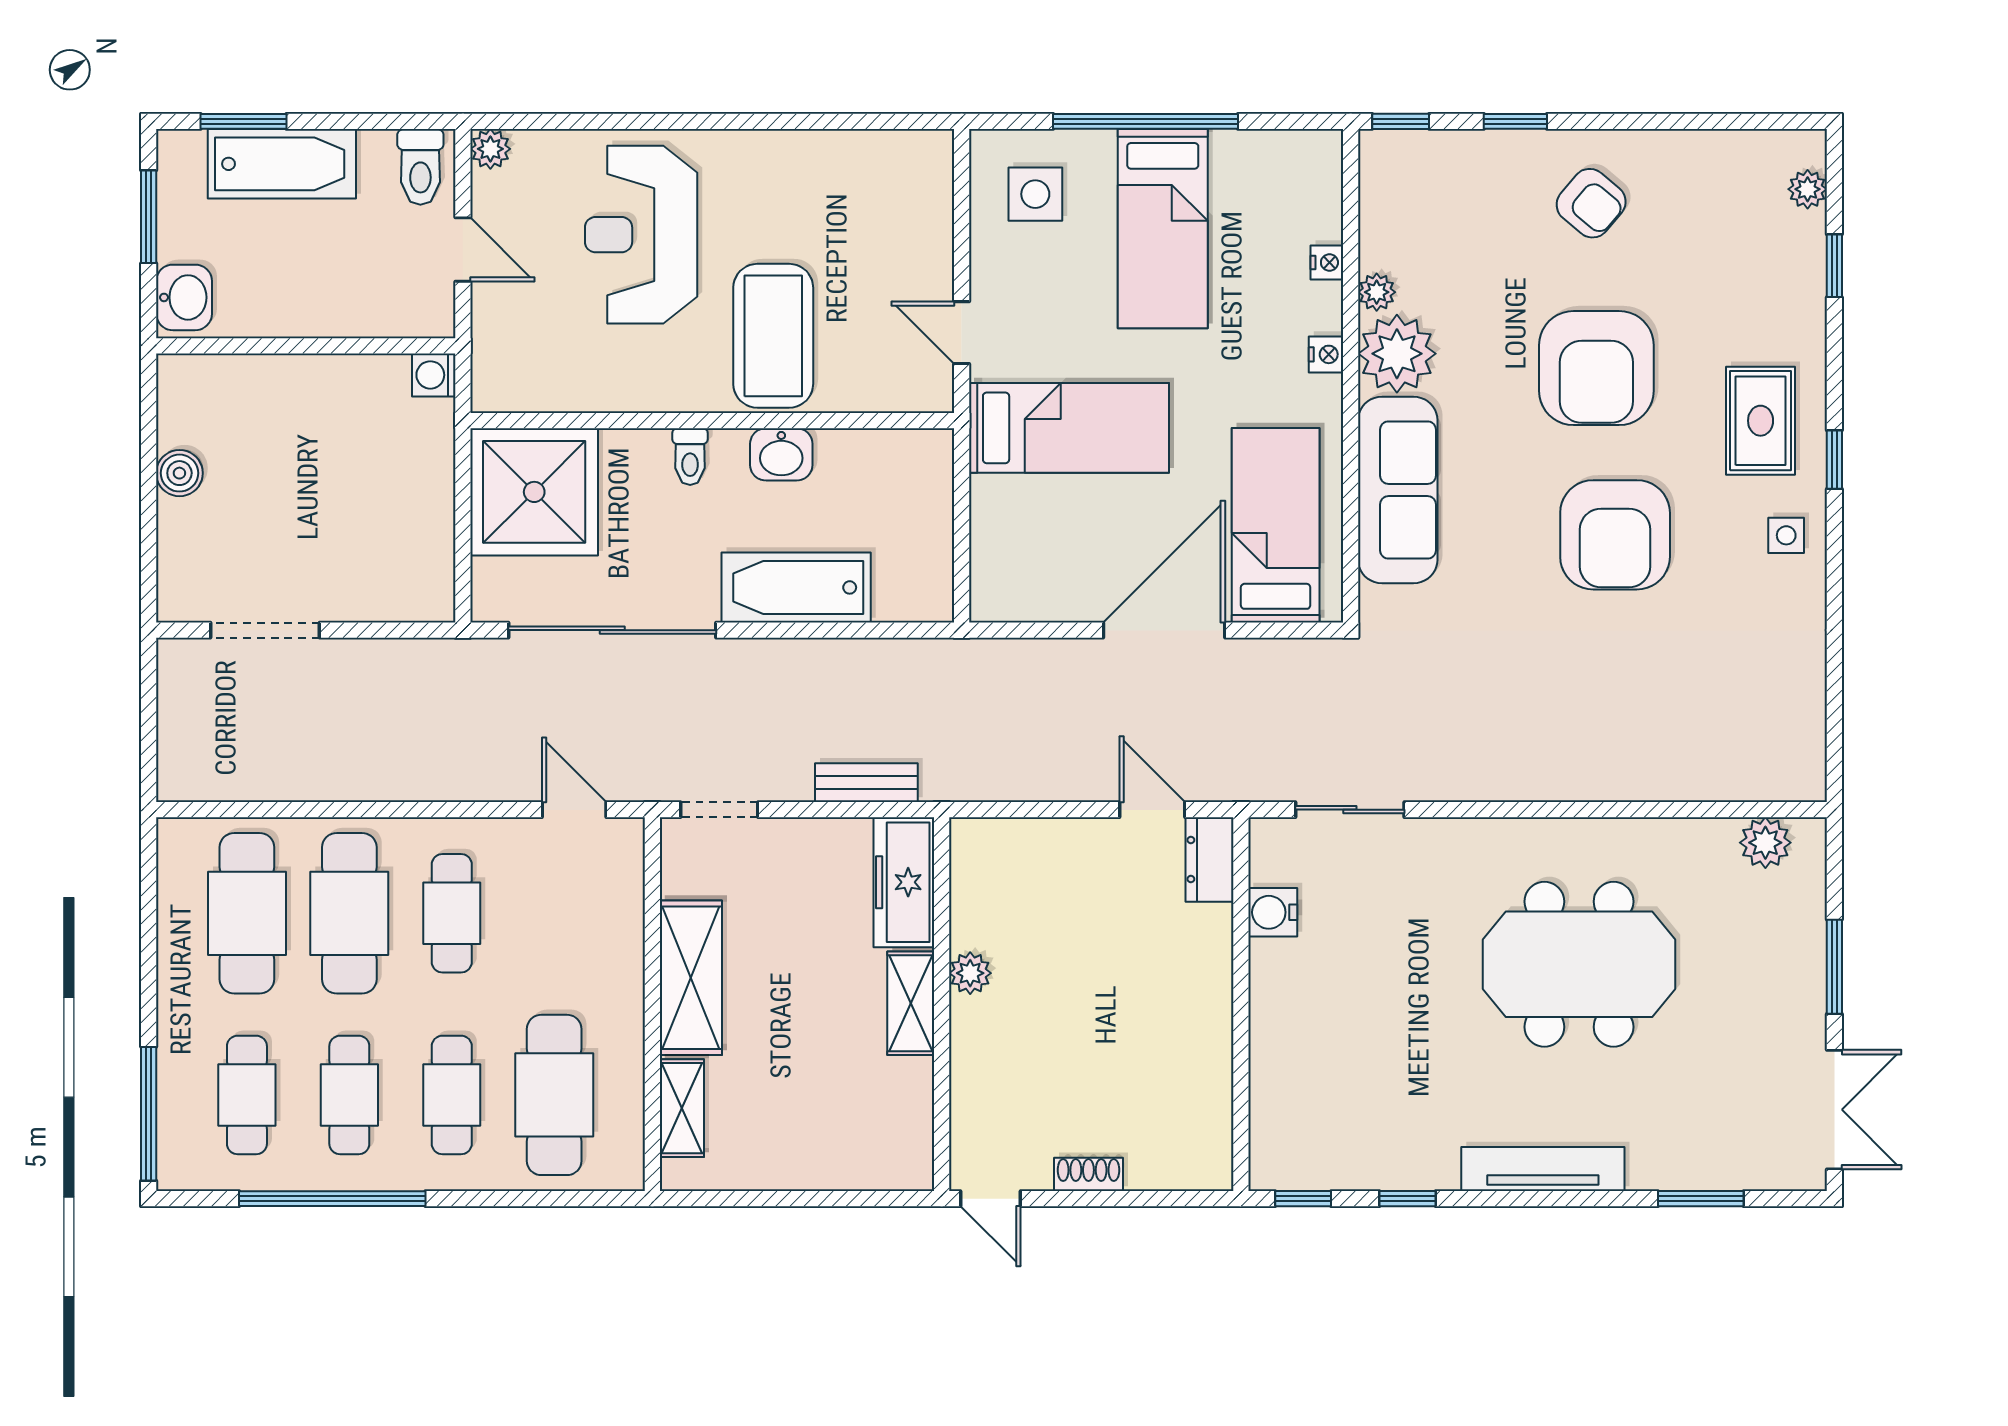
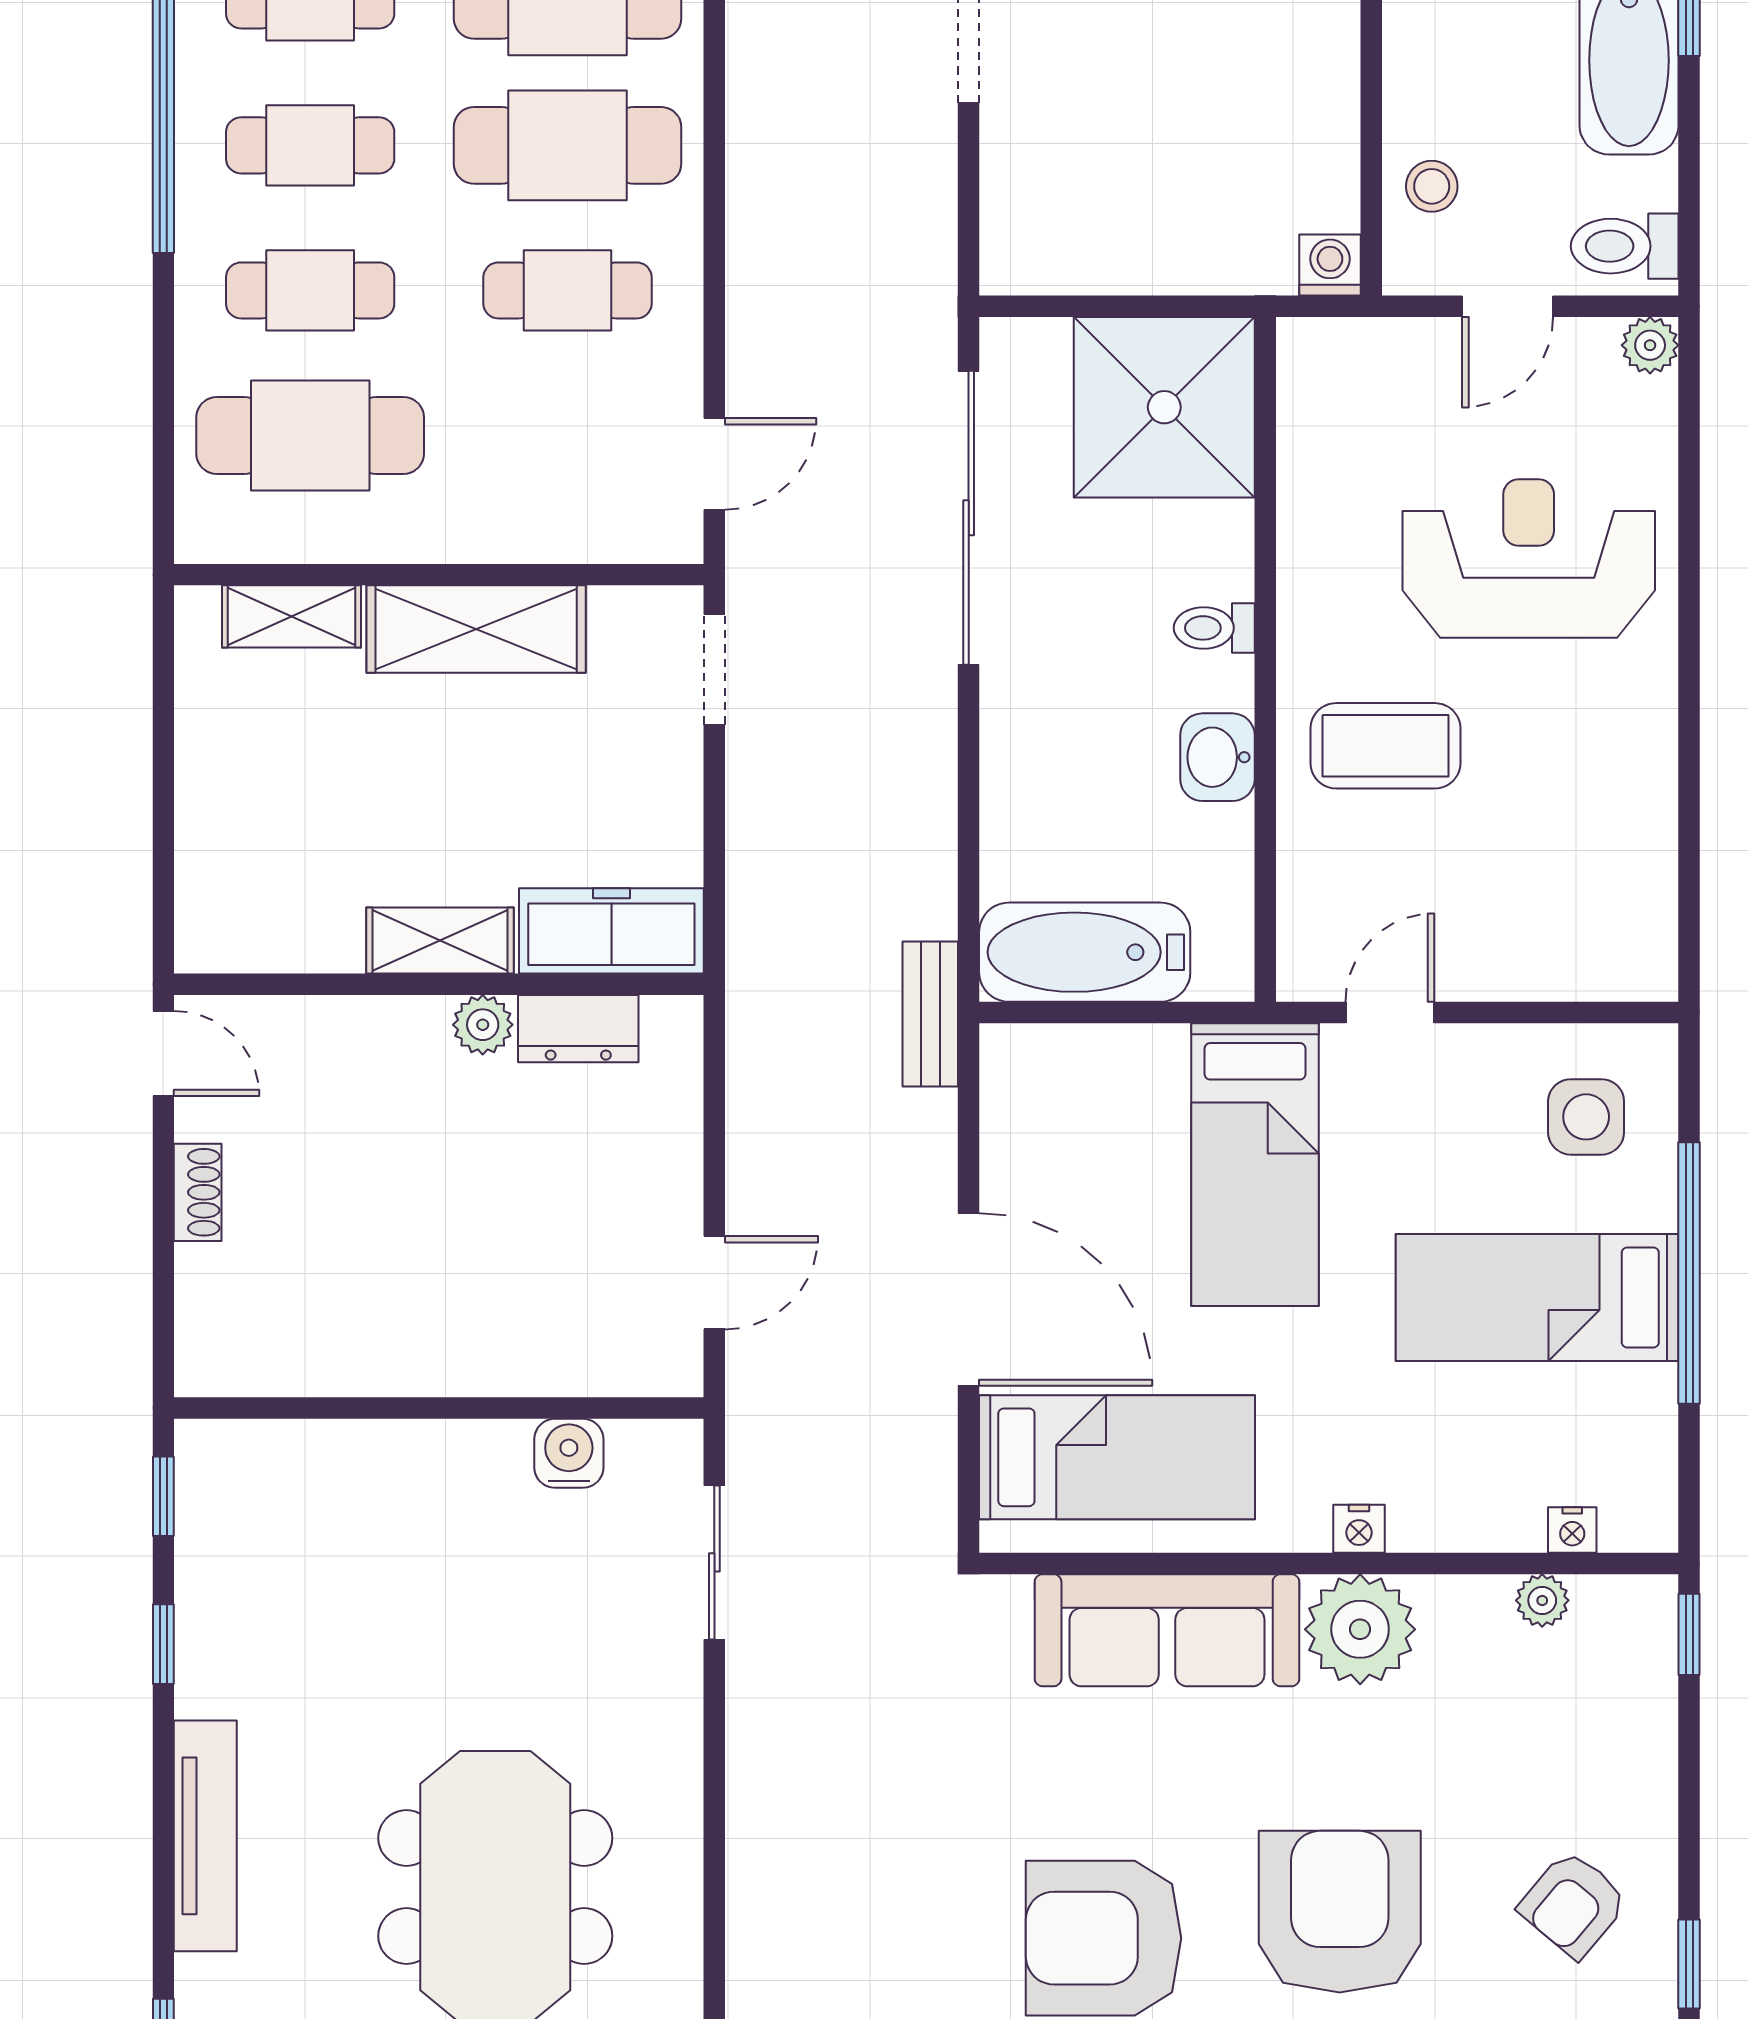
window: (1515, 121) -> (1689, 1964), moved
nightstand: (1327, 262) -> (1572, 1530), moved
plant: (1377, 292) -> (1542, 1600), moved
stool: (378, 303) -> (1432, 186), added
coffee table: (773, 336) -> (1385, 746), width x0.73, depth x0.76
armchair: (1596, 368) -> (1340, 1912), turned 90
bathtub: (796, 587) -> (1085, 952), moved, turned -90
bench: (866, 783) -> (930, 1014), moved
dresser: (1209, 860) -> (578, 1029), moved, turned 180
door: (990, 1199) -> (163, 1053), swing flipped

